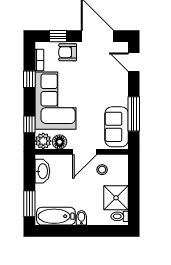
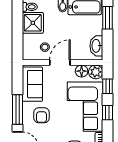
window: (29, 79) -> (108, 113), moved
armchair: (106, 91) -> (41, 115), added
window: (134, 114) -> (17, 110), moved

